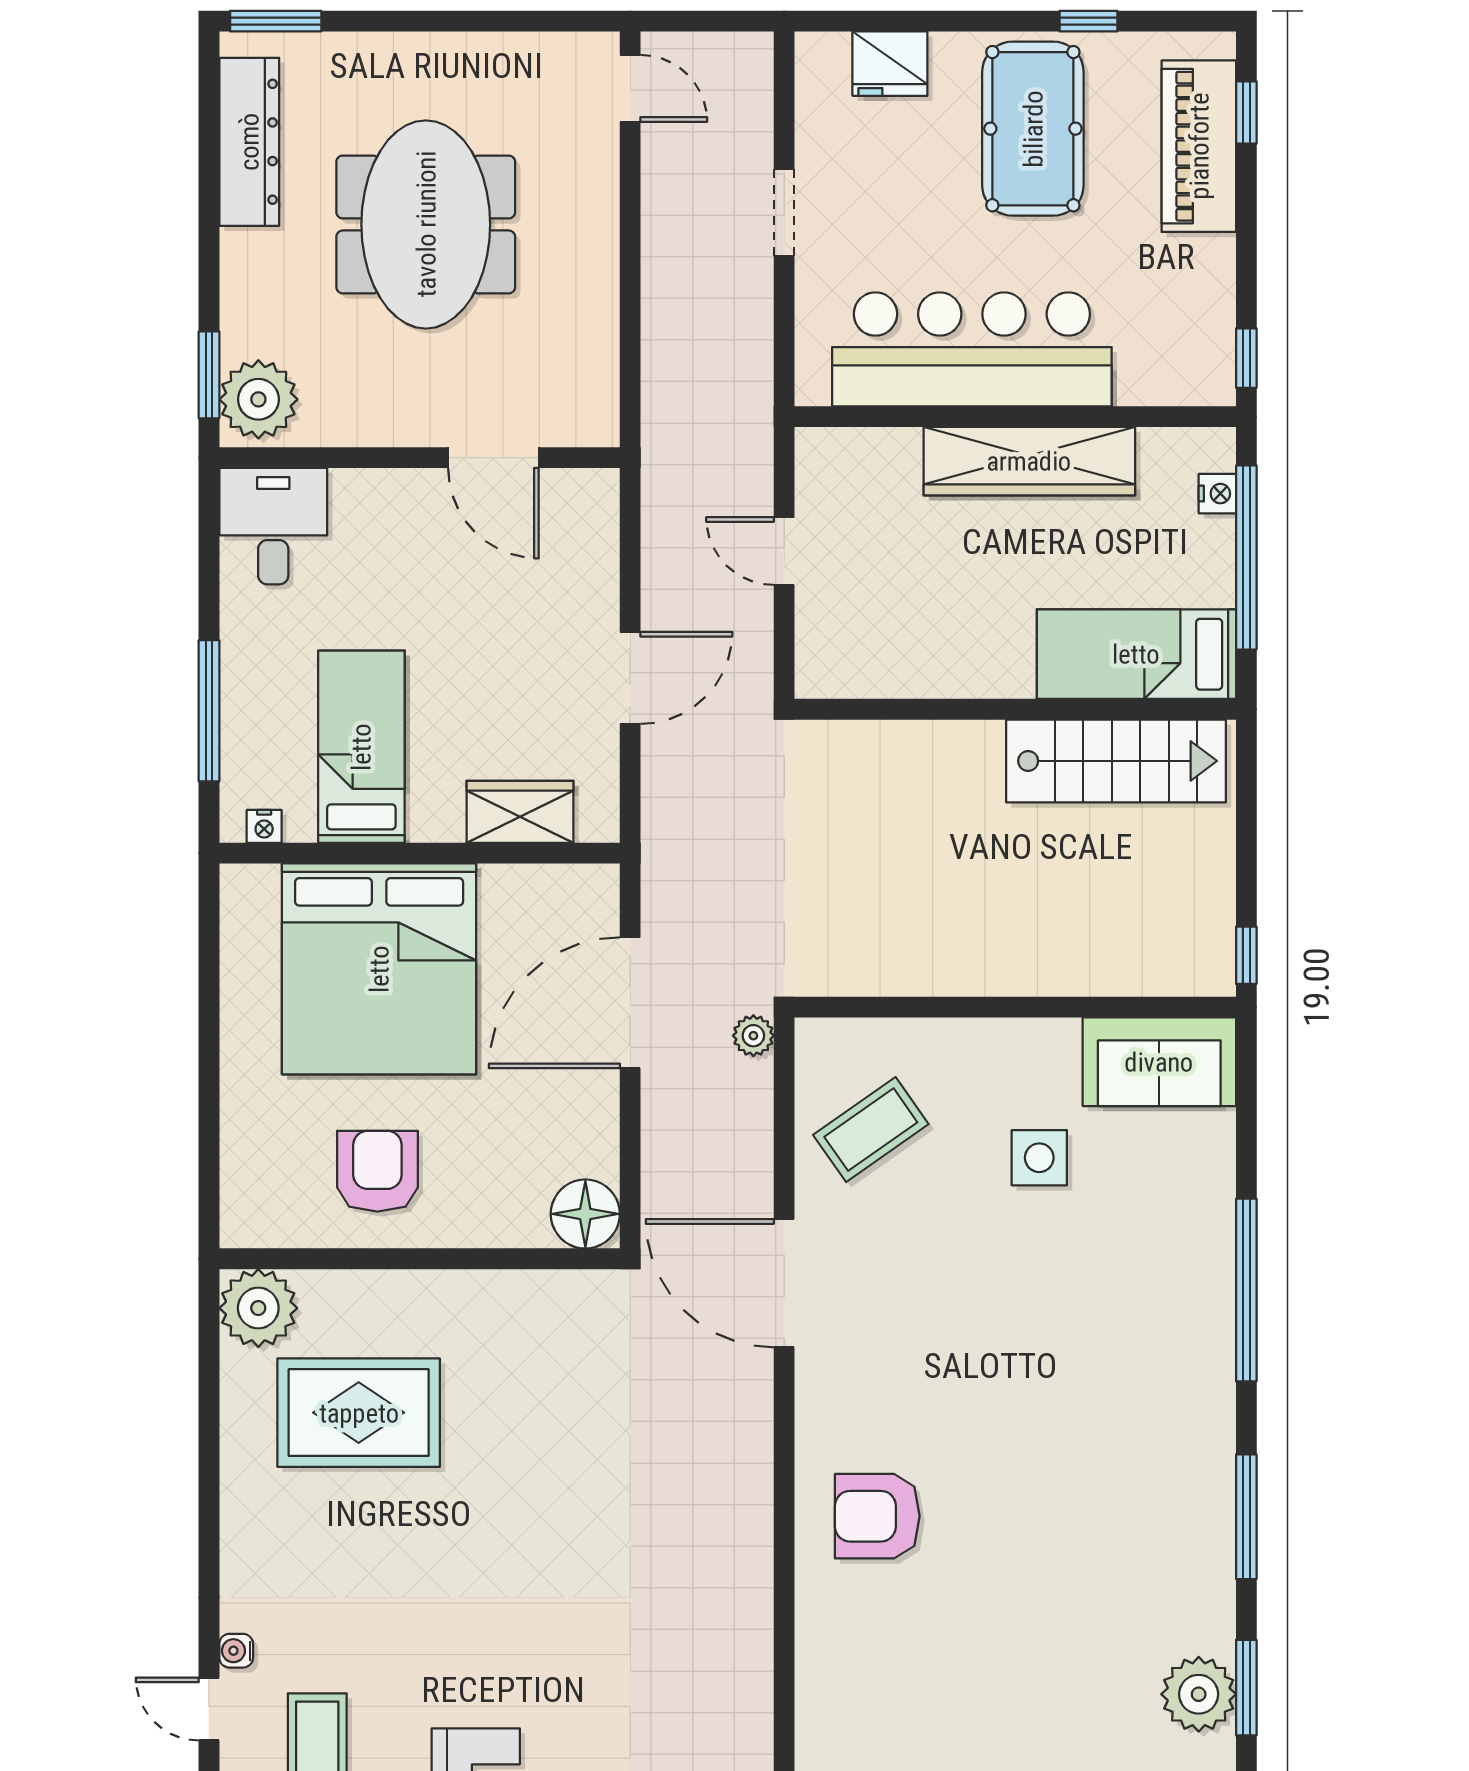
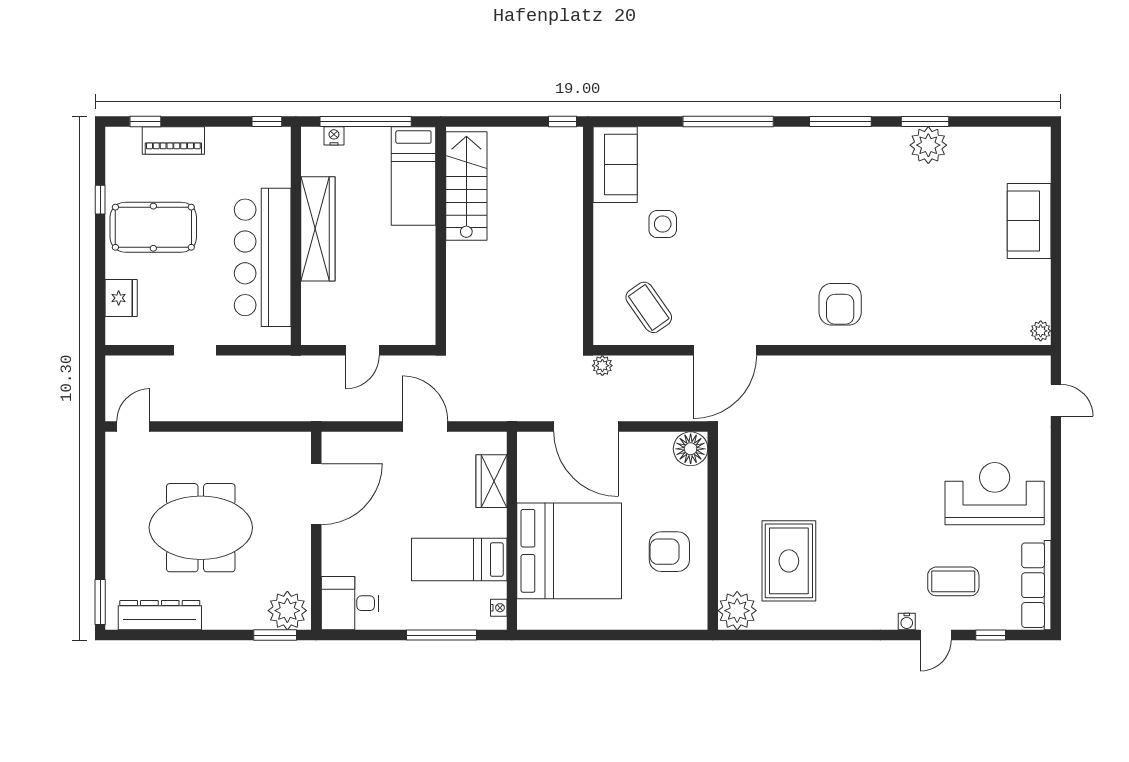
piano: (1199, 146) -> (173, 141), width x0.73, depth x0.75
door: (493, 458) -> (316, 494), width x1.36

